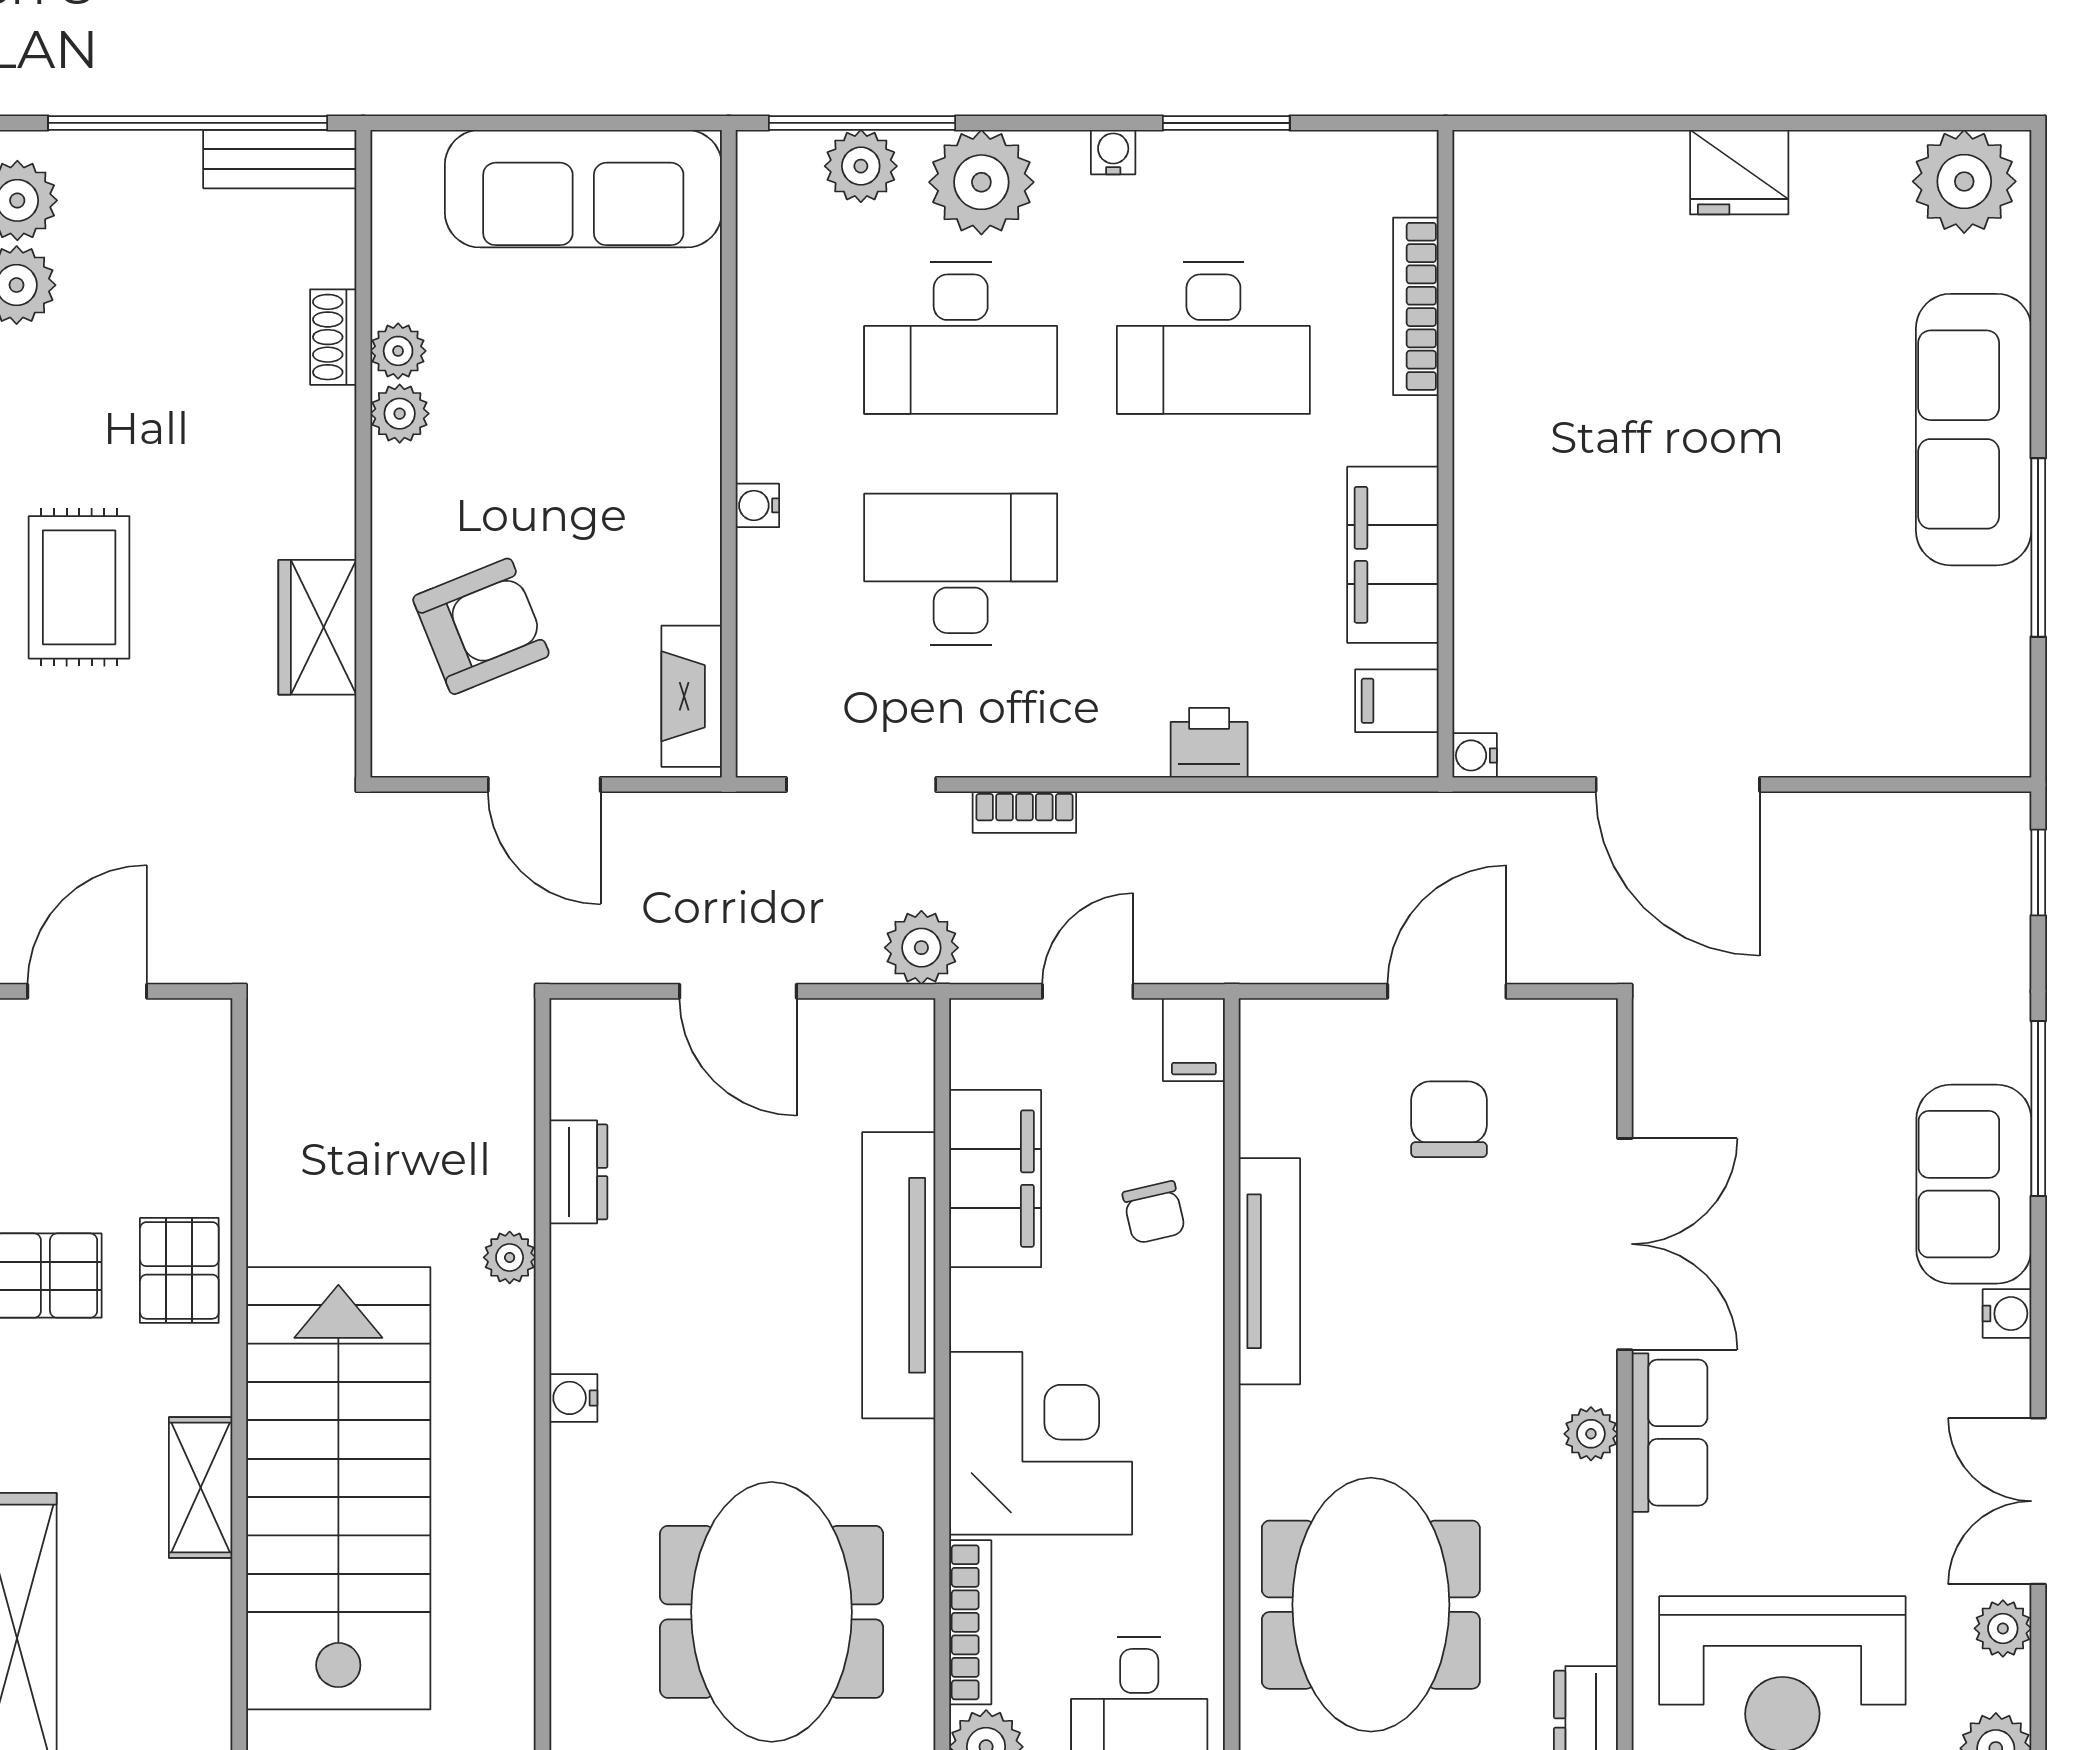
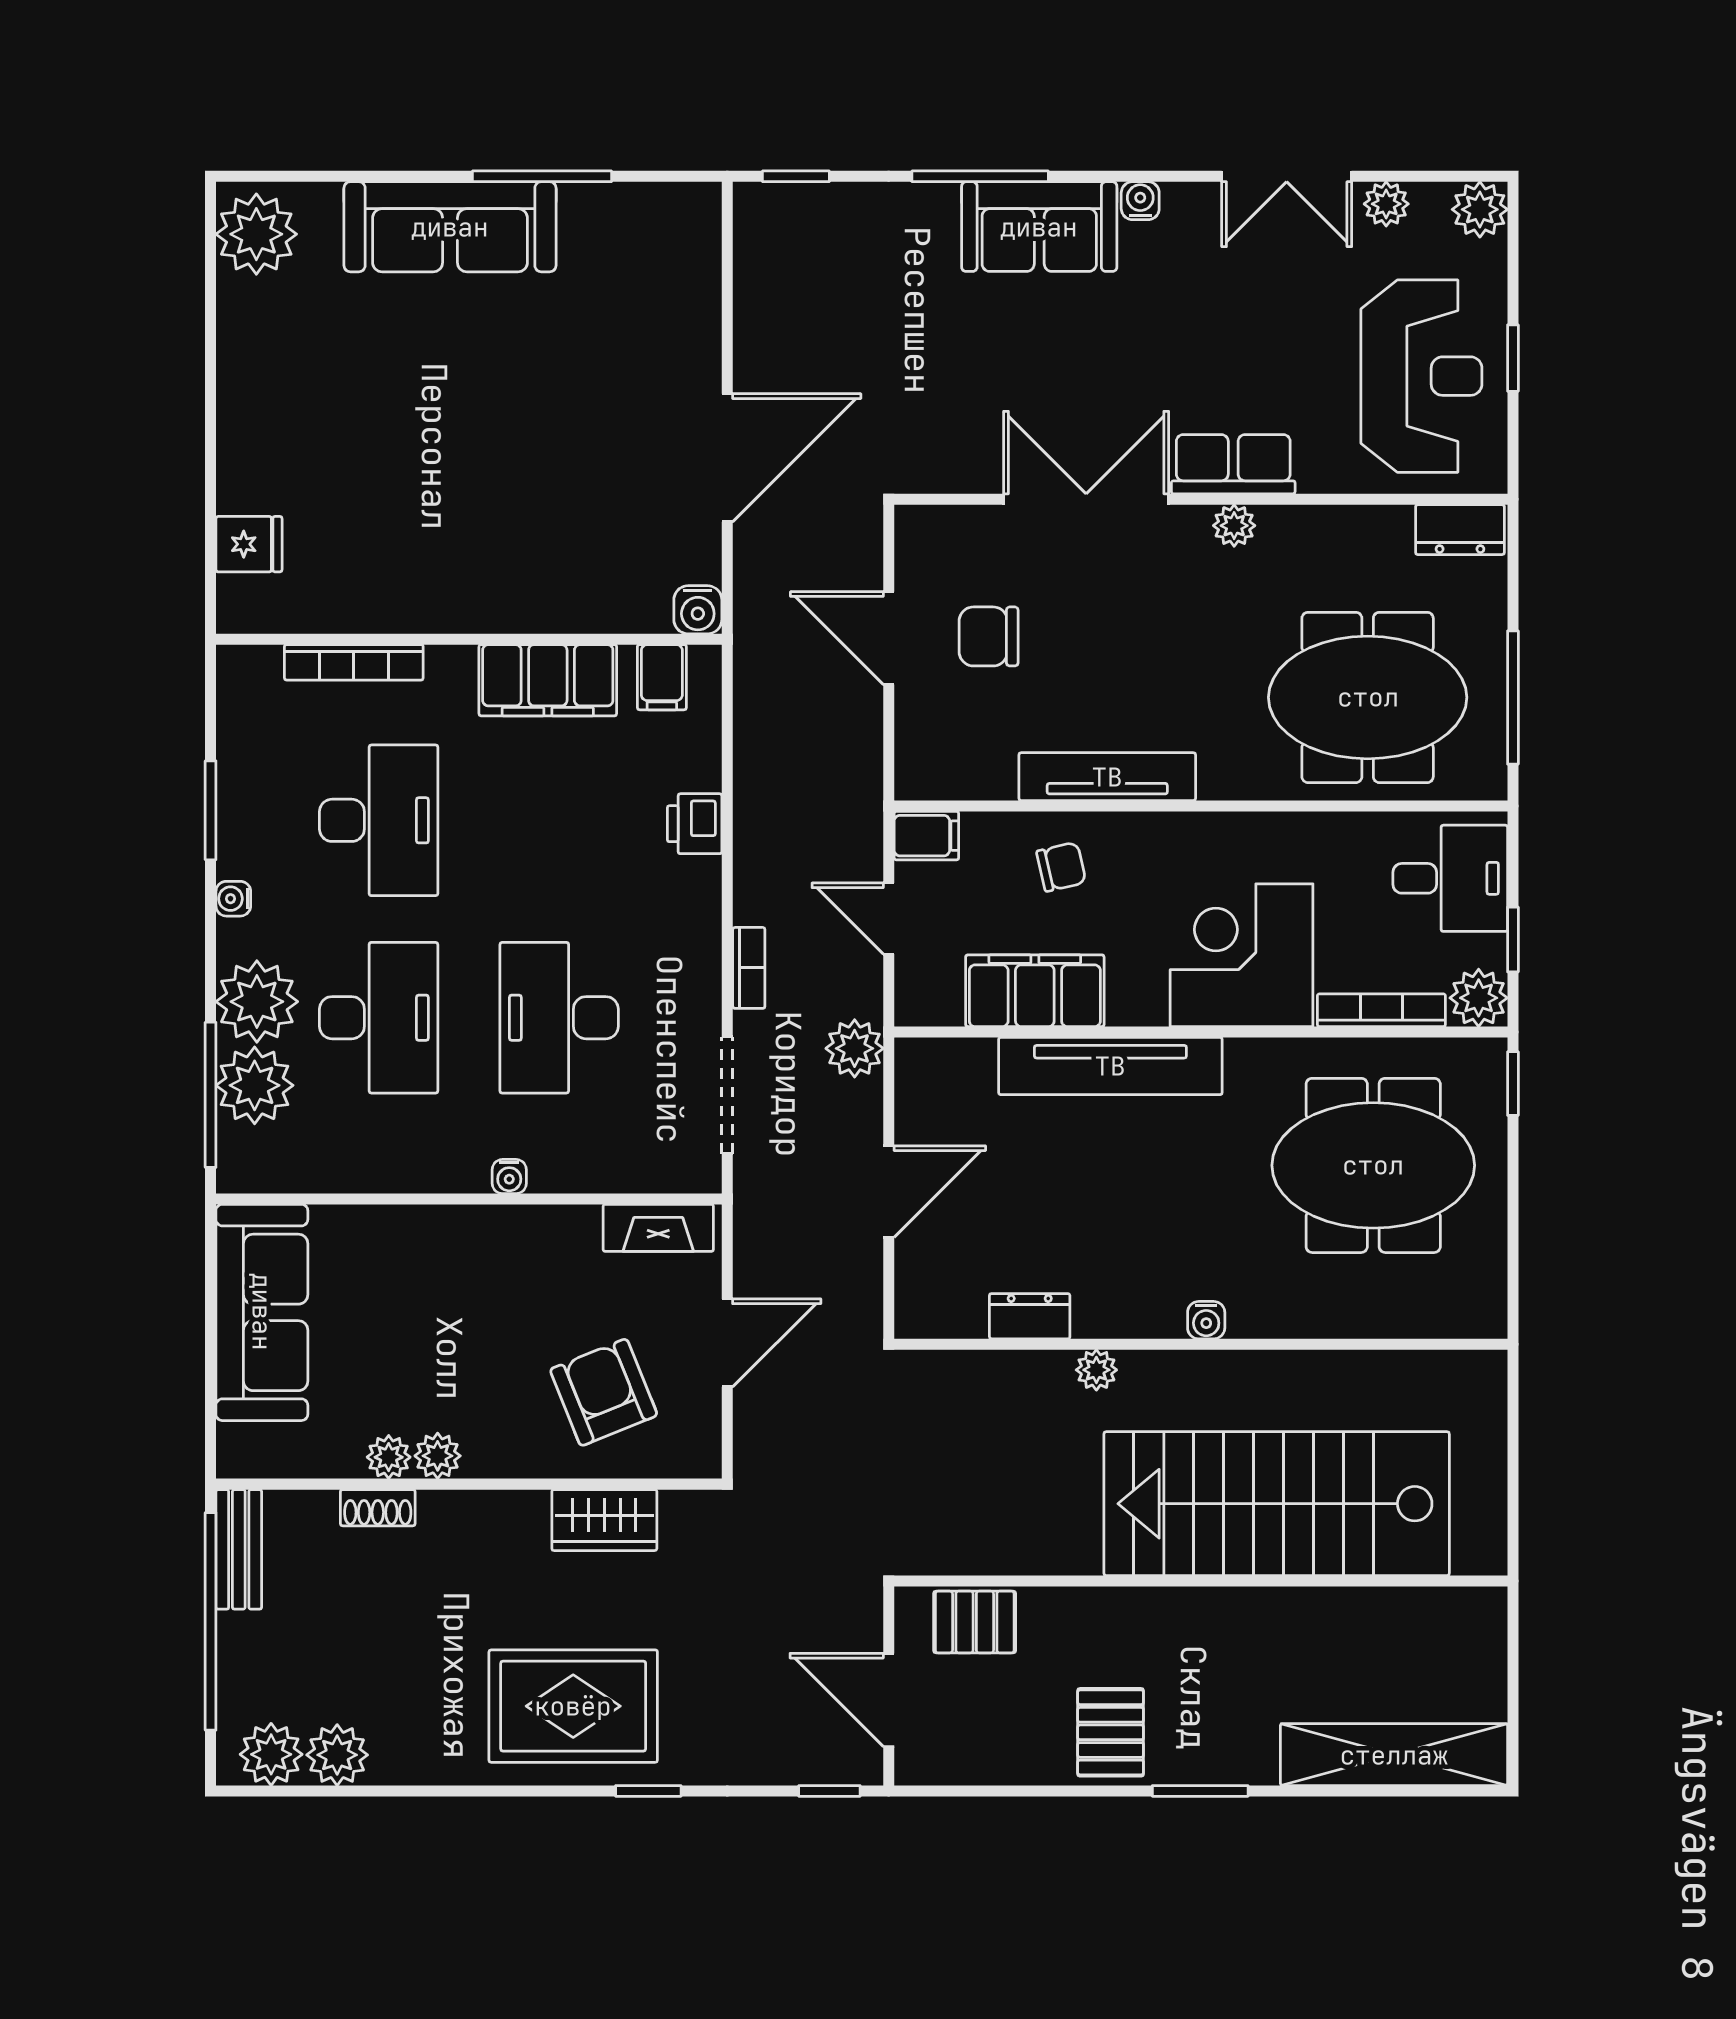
plant: (861, 166) -> (255, 1085), width x1.36, depth x1.36
fridge: (1739, 172) -> (249, 544), moved, width x0.72
rug: (79, 587) -> (573, 1706), width x1.36, depth x1.43
water cooler: (1475, 755) -> (698, 610), width x1.38, depth x1.38
pallet: (179, 1270) -> (975, 1622), moved
shelving: (201, 1487) -> (1276, 1611), removed

